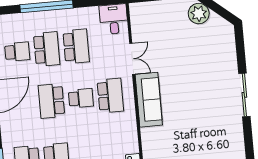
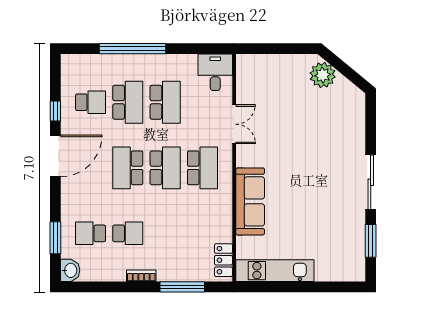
school desk: (81, 98) -> (165, 168), width x1.85
sofa: (149, 100) -> (250, 201), moved
window: (249, 141) -> (371, 241), added

